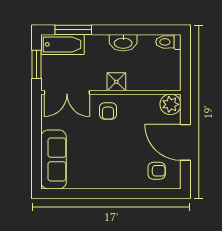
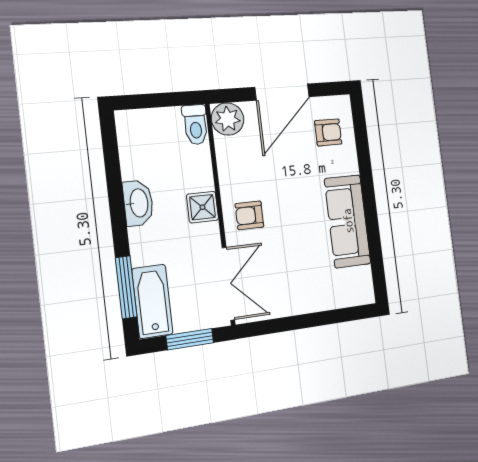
toilet: (168, 42) -> (195, 125), moved
armchair: (108, 111) -> (249, 215), turned 180
sofa: (54, 159) -> (348, 221), moved, turned -90
armchair: (157, 171) -> (328, 132), turned 90

